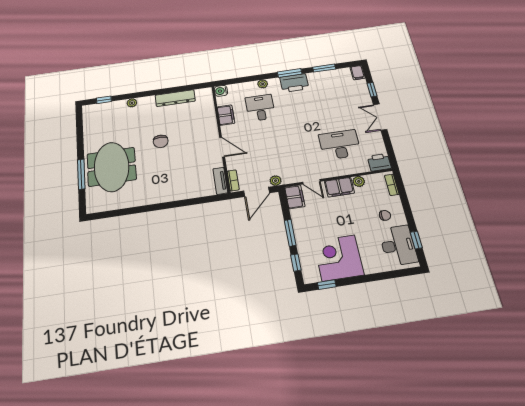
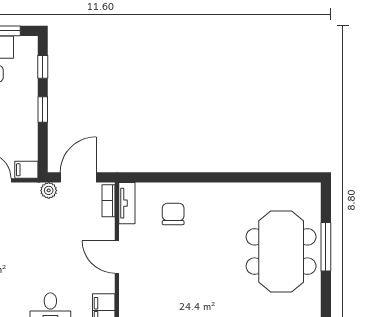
chair: (161, 141) -> (173, 214), moved
filing cabinet: (295, 197) -> (26, 170), width x0.50
window: (290, 233) -> (43, 110), width x0.67

